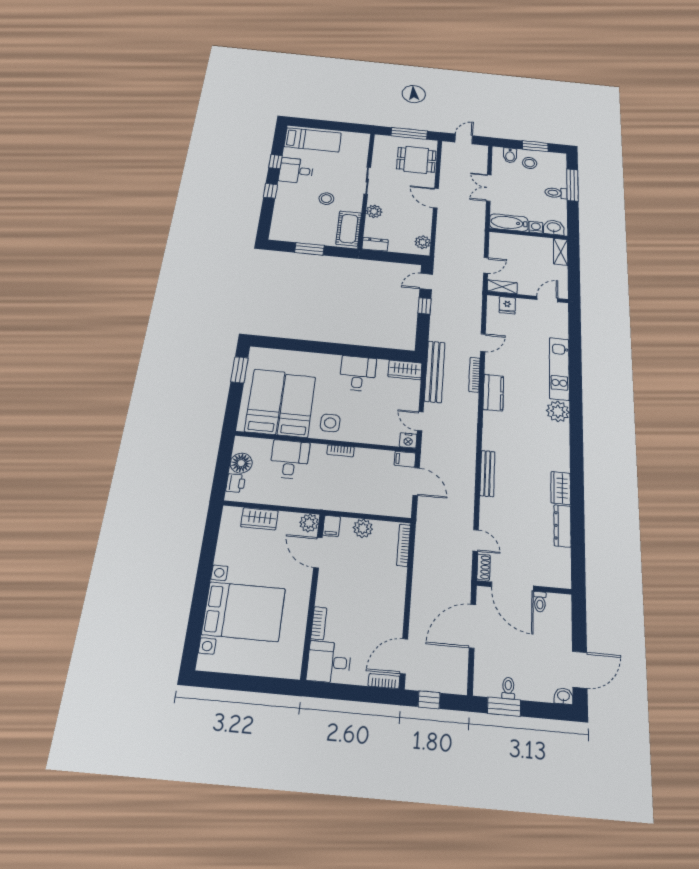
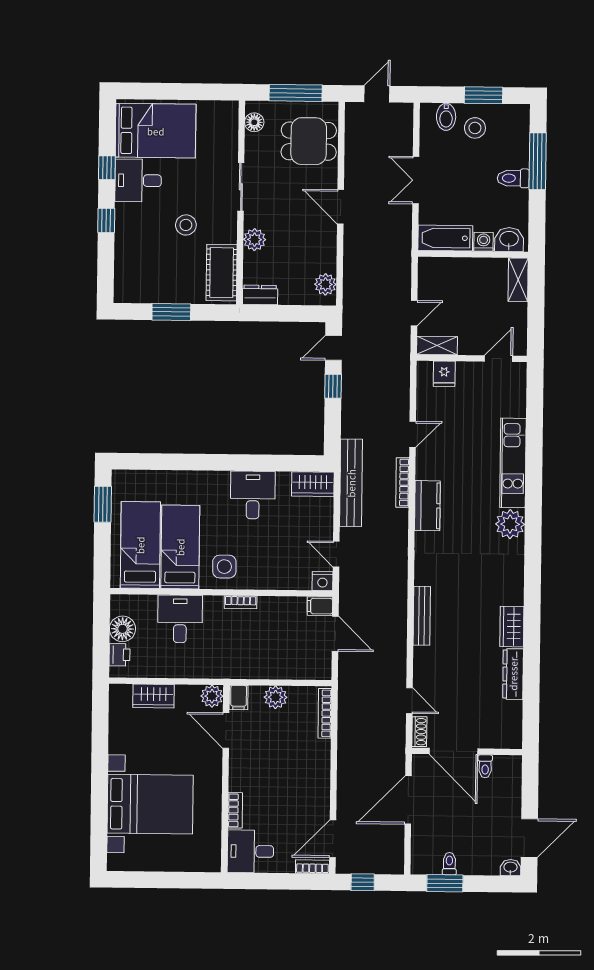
bed: (313, 140) -> (156, 131), width x1.50
floor lamp: (380, 146) -> (254, 122), added

